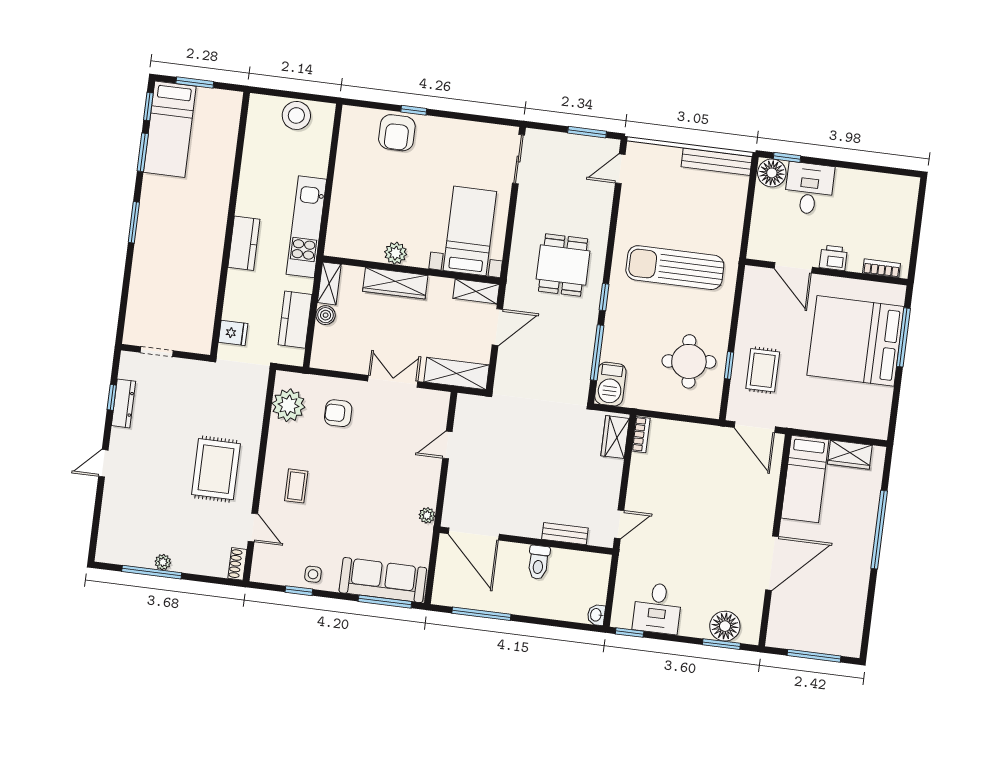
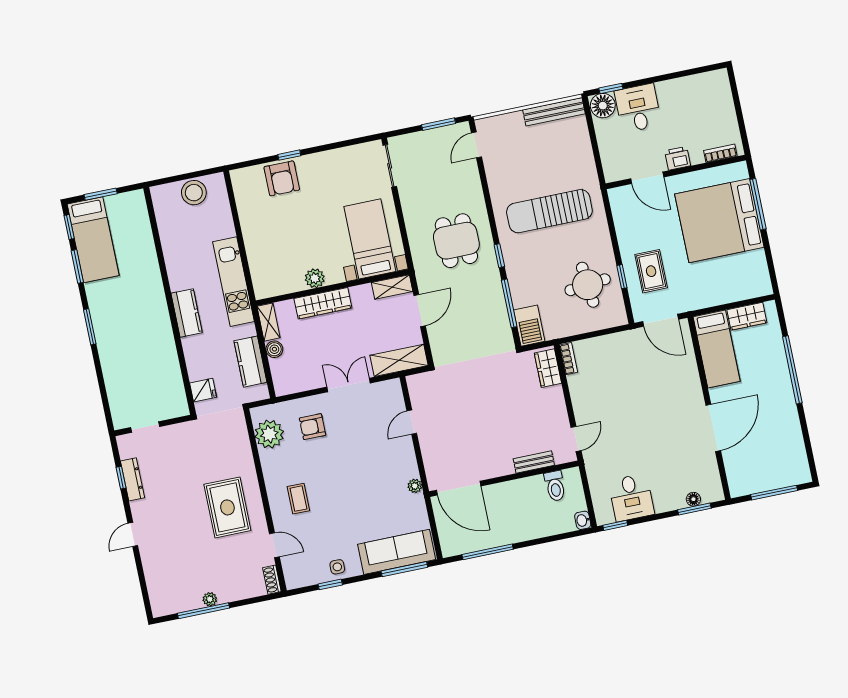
toilet: (538, 562) -> (555, 486), moved
floor lamp: (725, 626) -> (693, 499), width x0.53, depth x0.53

